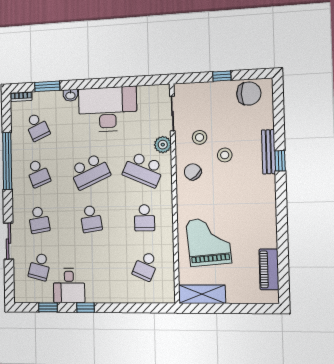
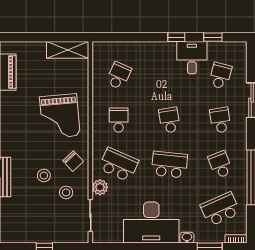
chair: (249, 94) -> (21, 230), removed
school desk: (37, 127) -> (220, 209), width x1.85
school desk: (90, 171) -> (169, 165), turned 30
grand piano: (209, 242) -> (60, 116), moved

